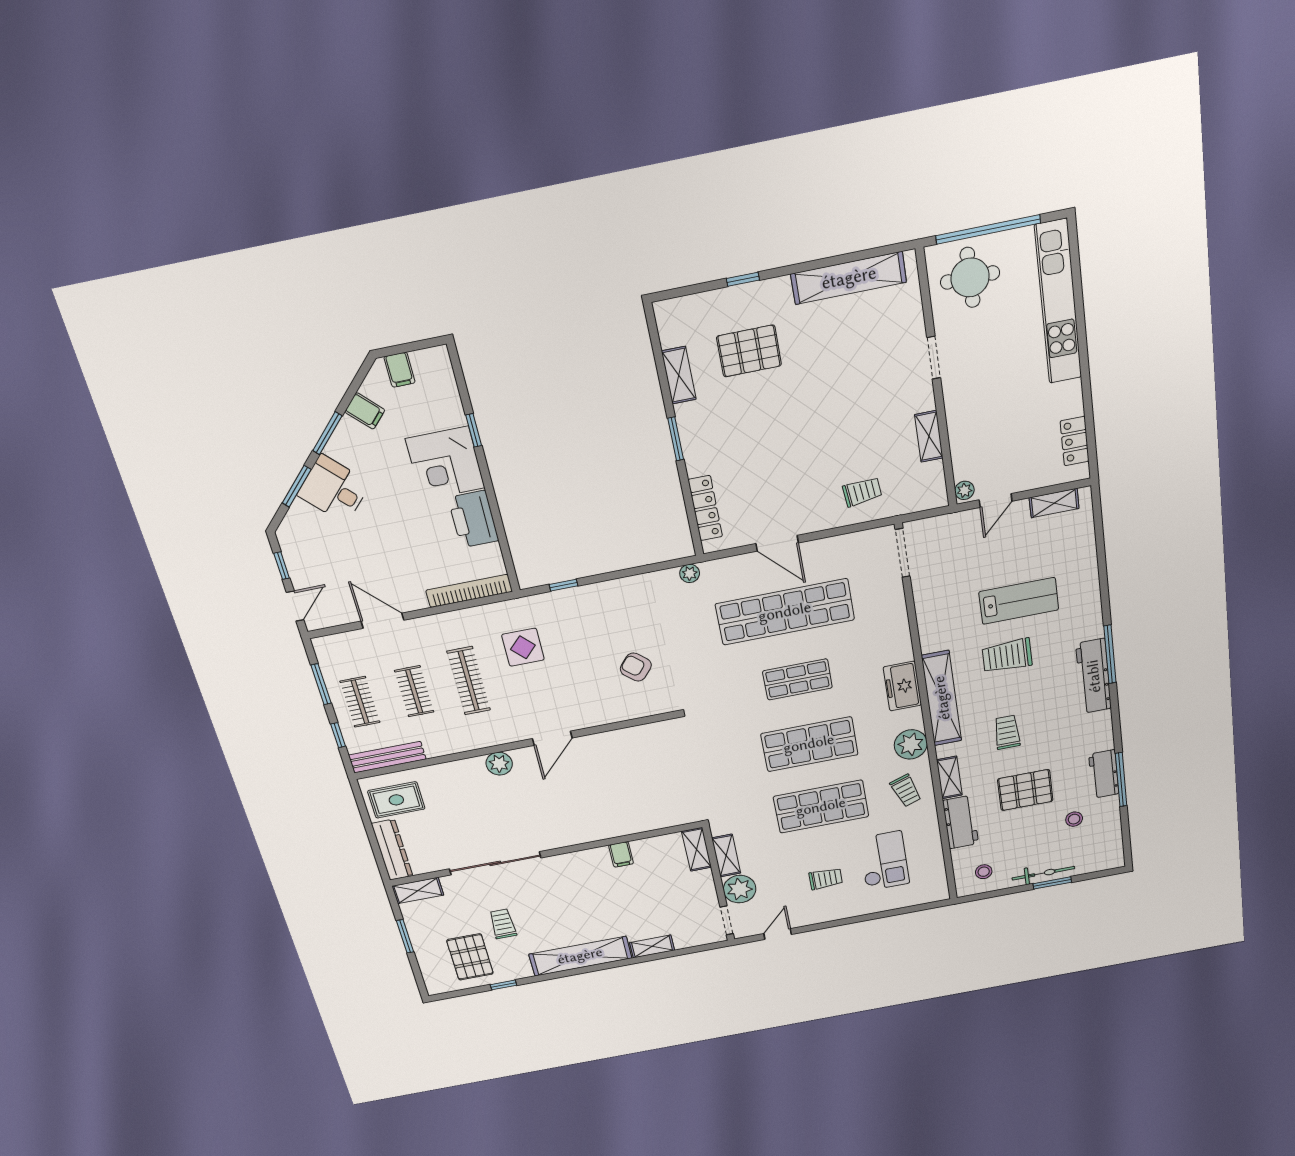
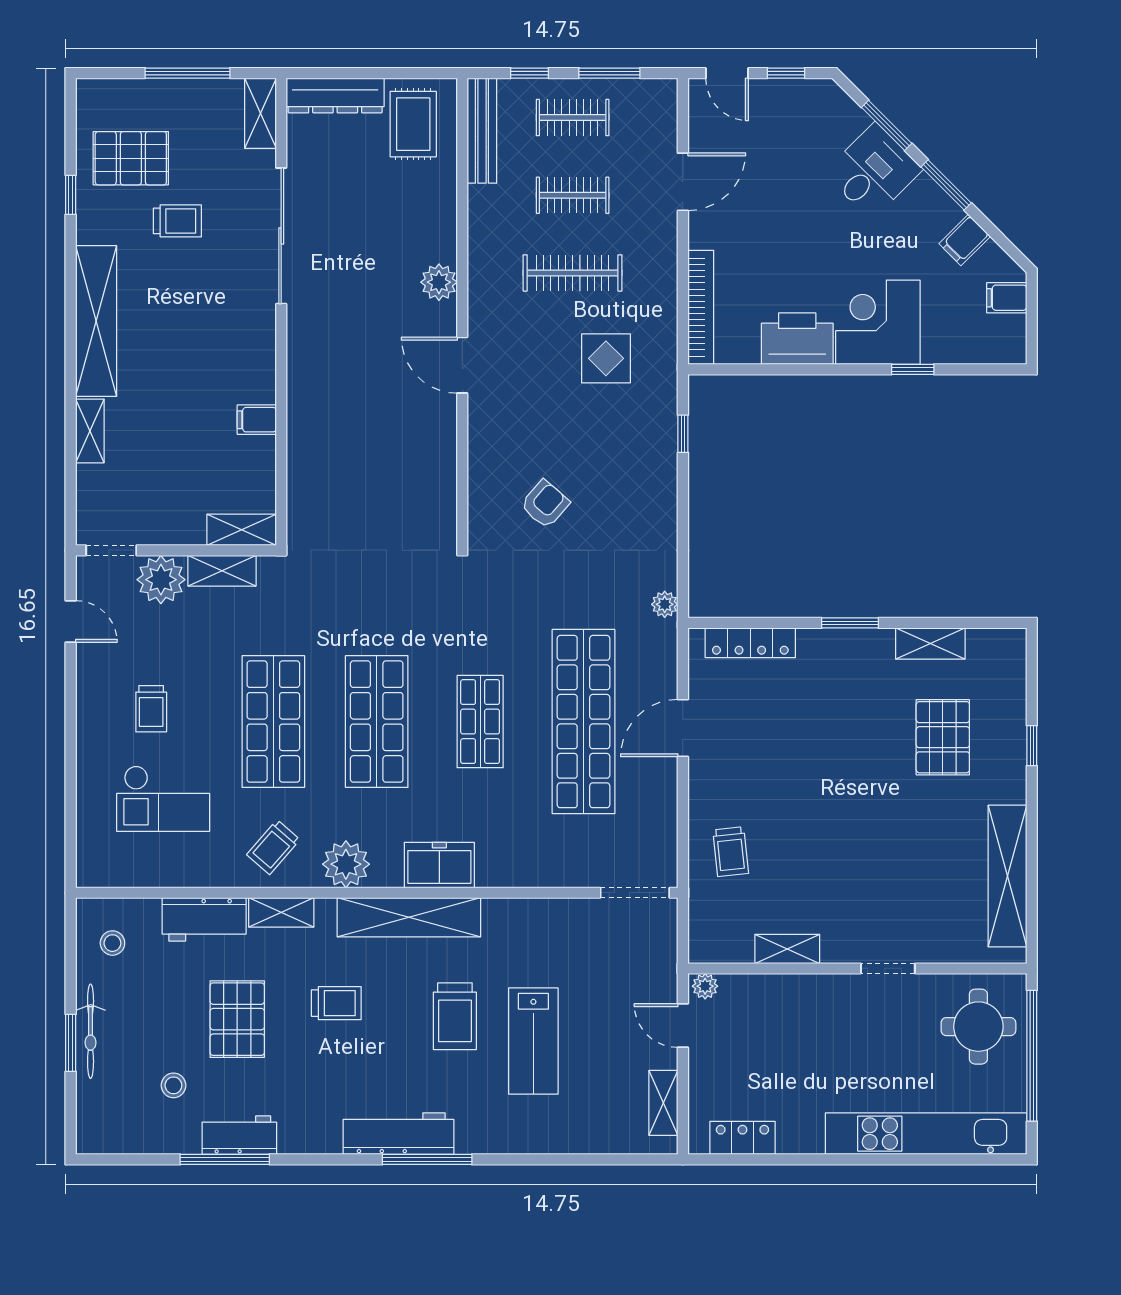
trolley: (1007, 656) -> (455, 1016), turned 180
trolley: (906, 791) -> (273, 847), turned -30
window: (405, 936) -> (187, 73), width x1.44

